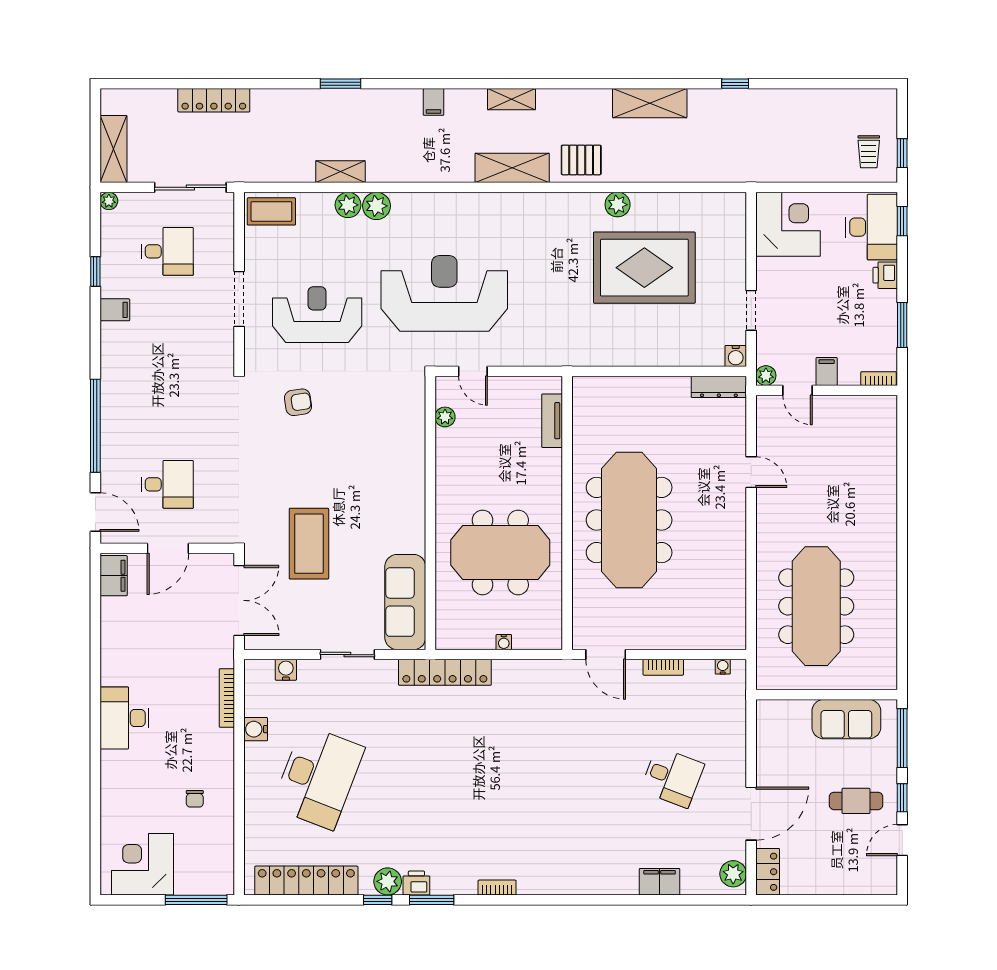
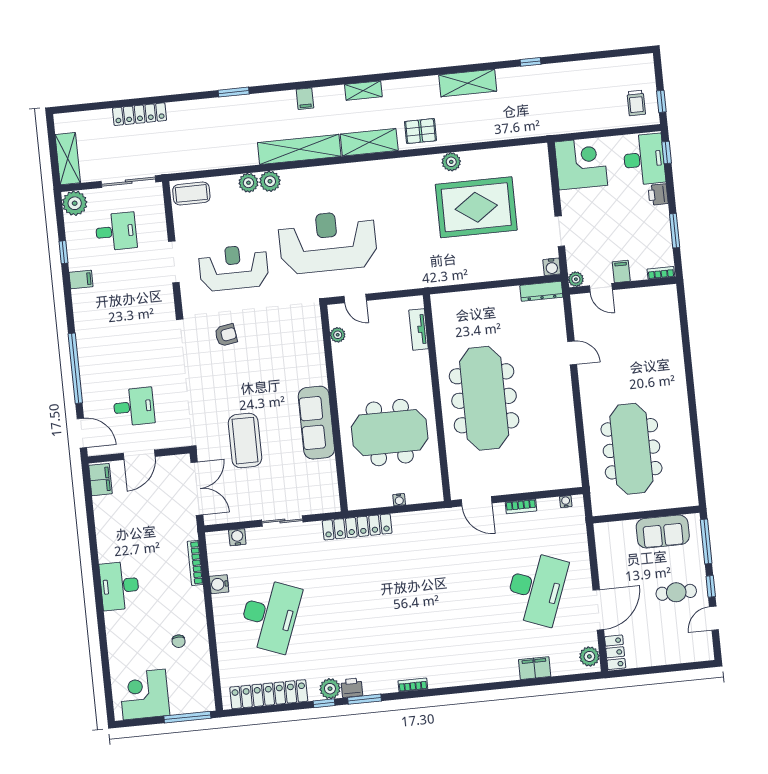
shelving: (340, 172) -> (299, 149), moved, width x2.20, depth x1.33
plant: (109, 201) -> (75, 203), width x1.88, depth x1.88
sofa: (405, 602) -> (316, 423), moved
desk: (672, 777) -> (536, 588), width x1.87, depth x1.30

